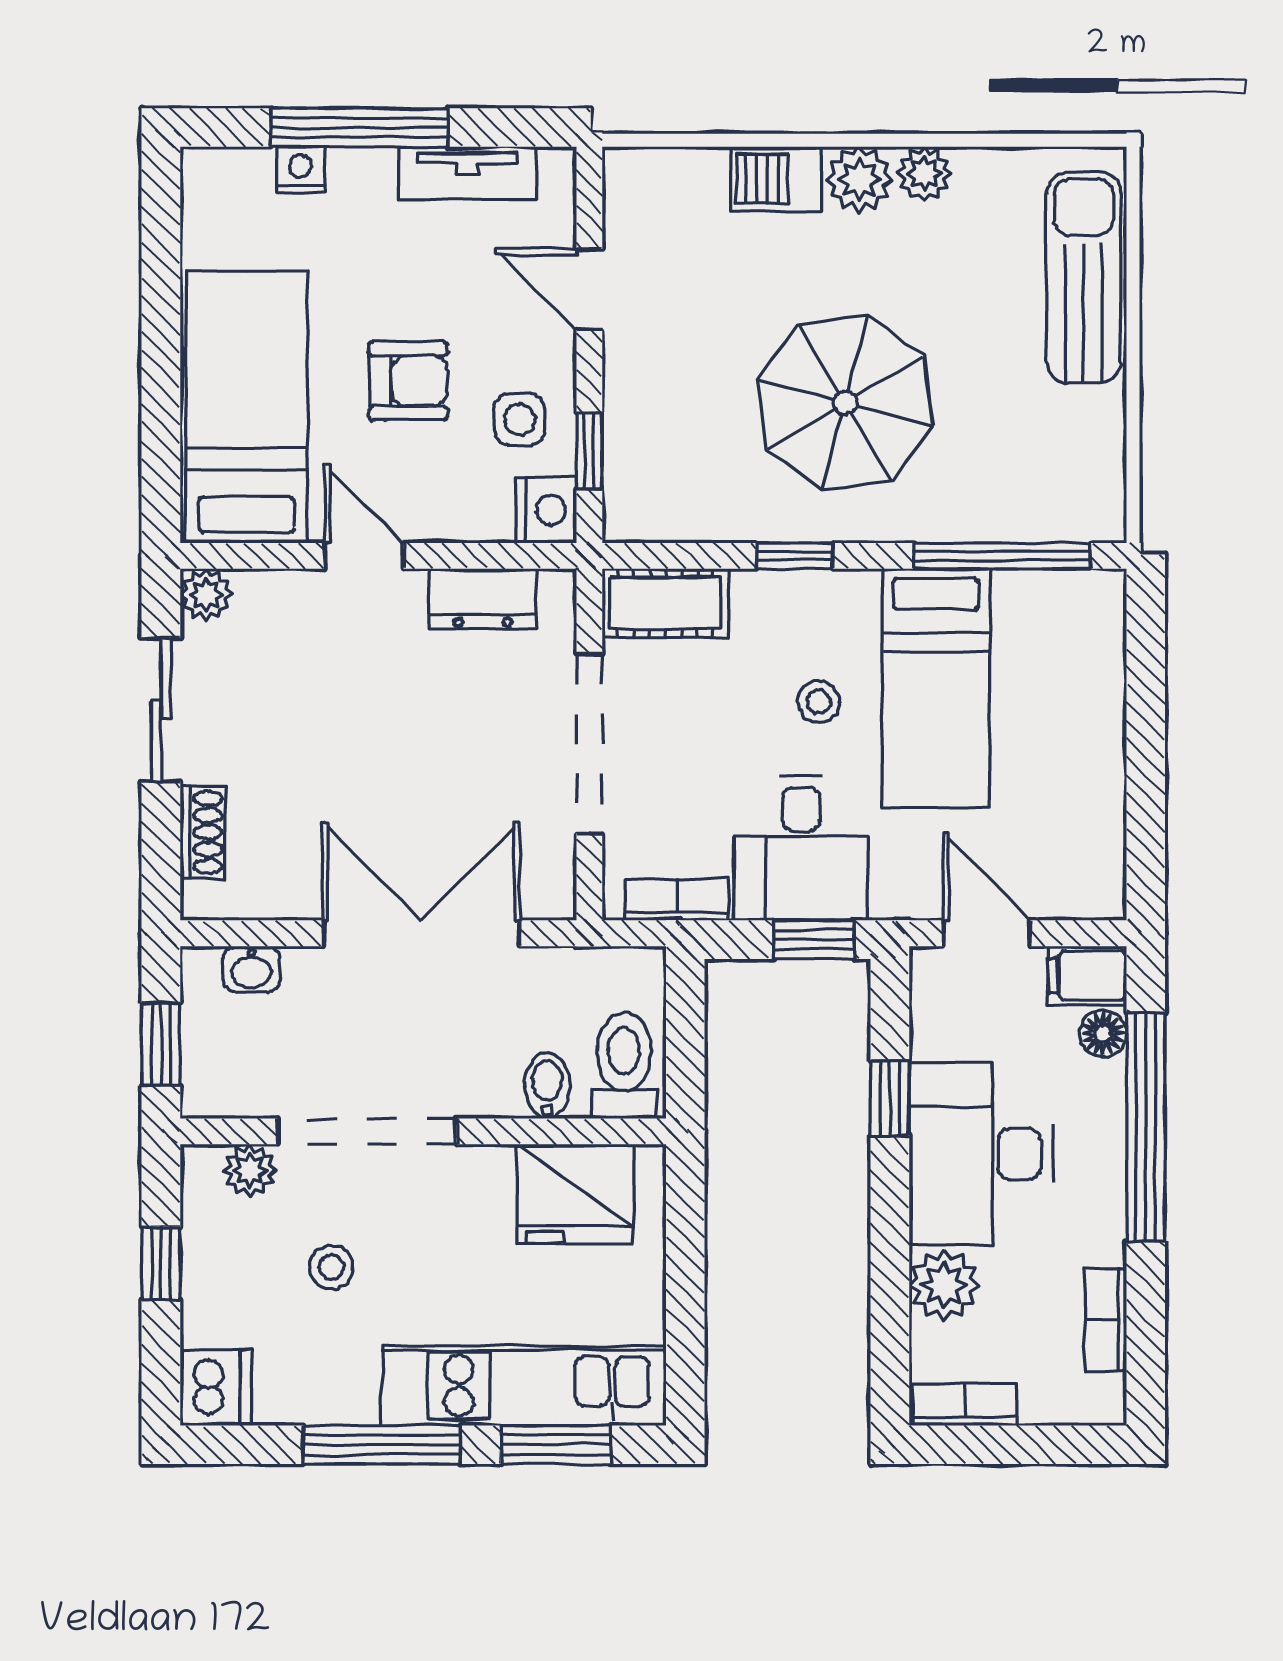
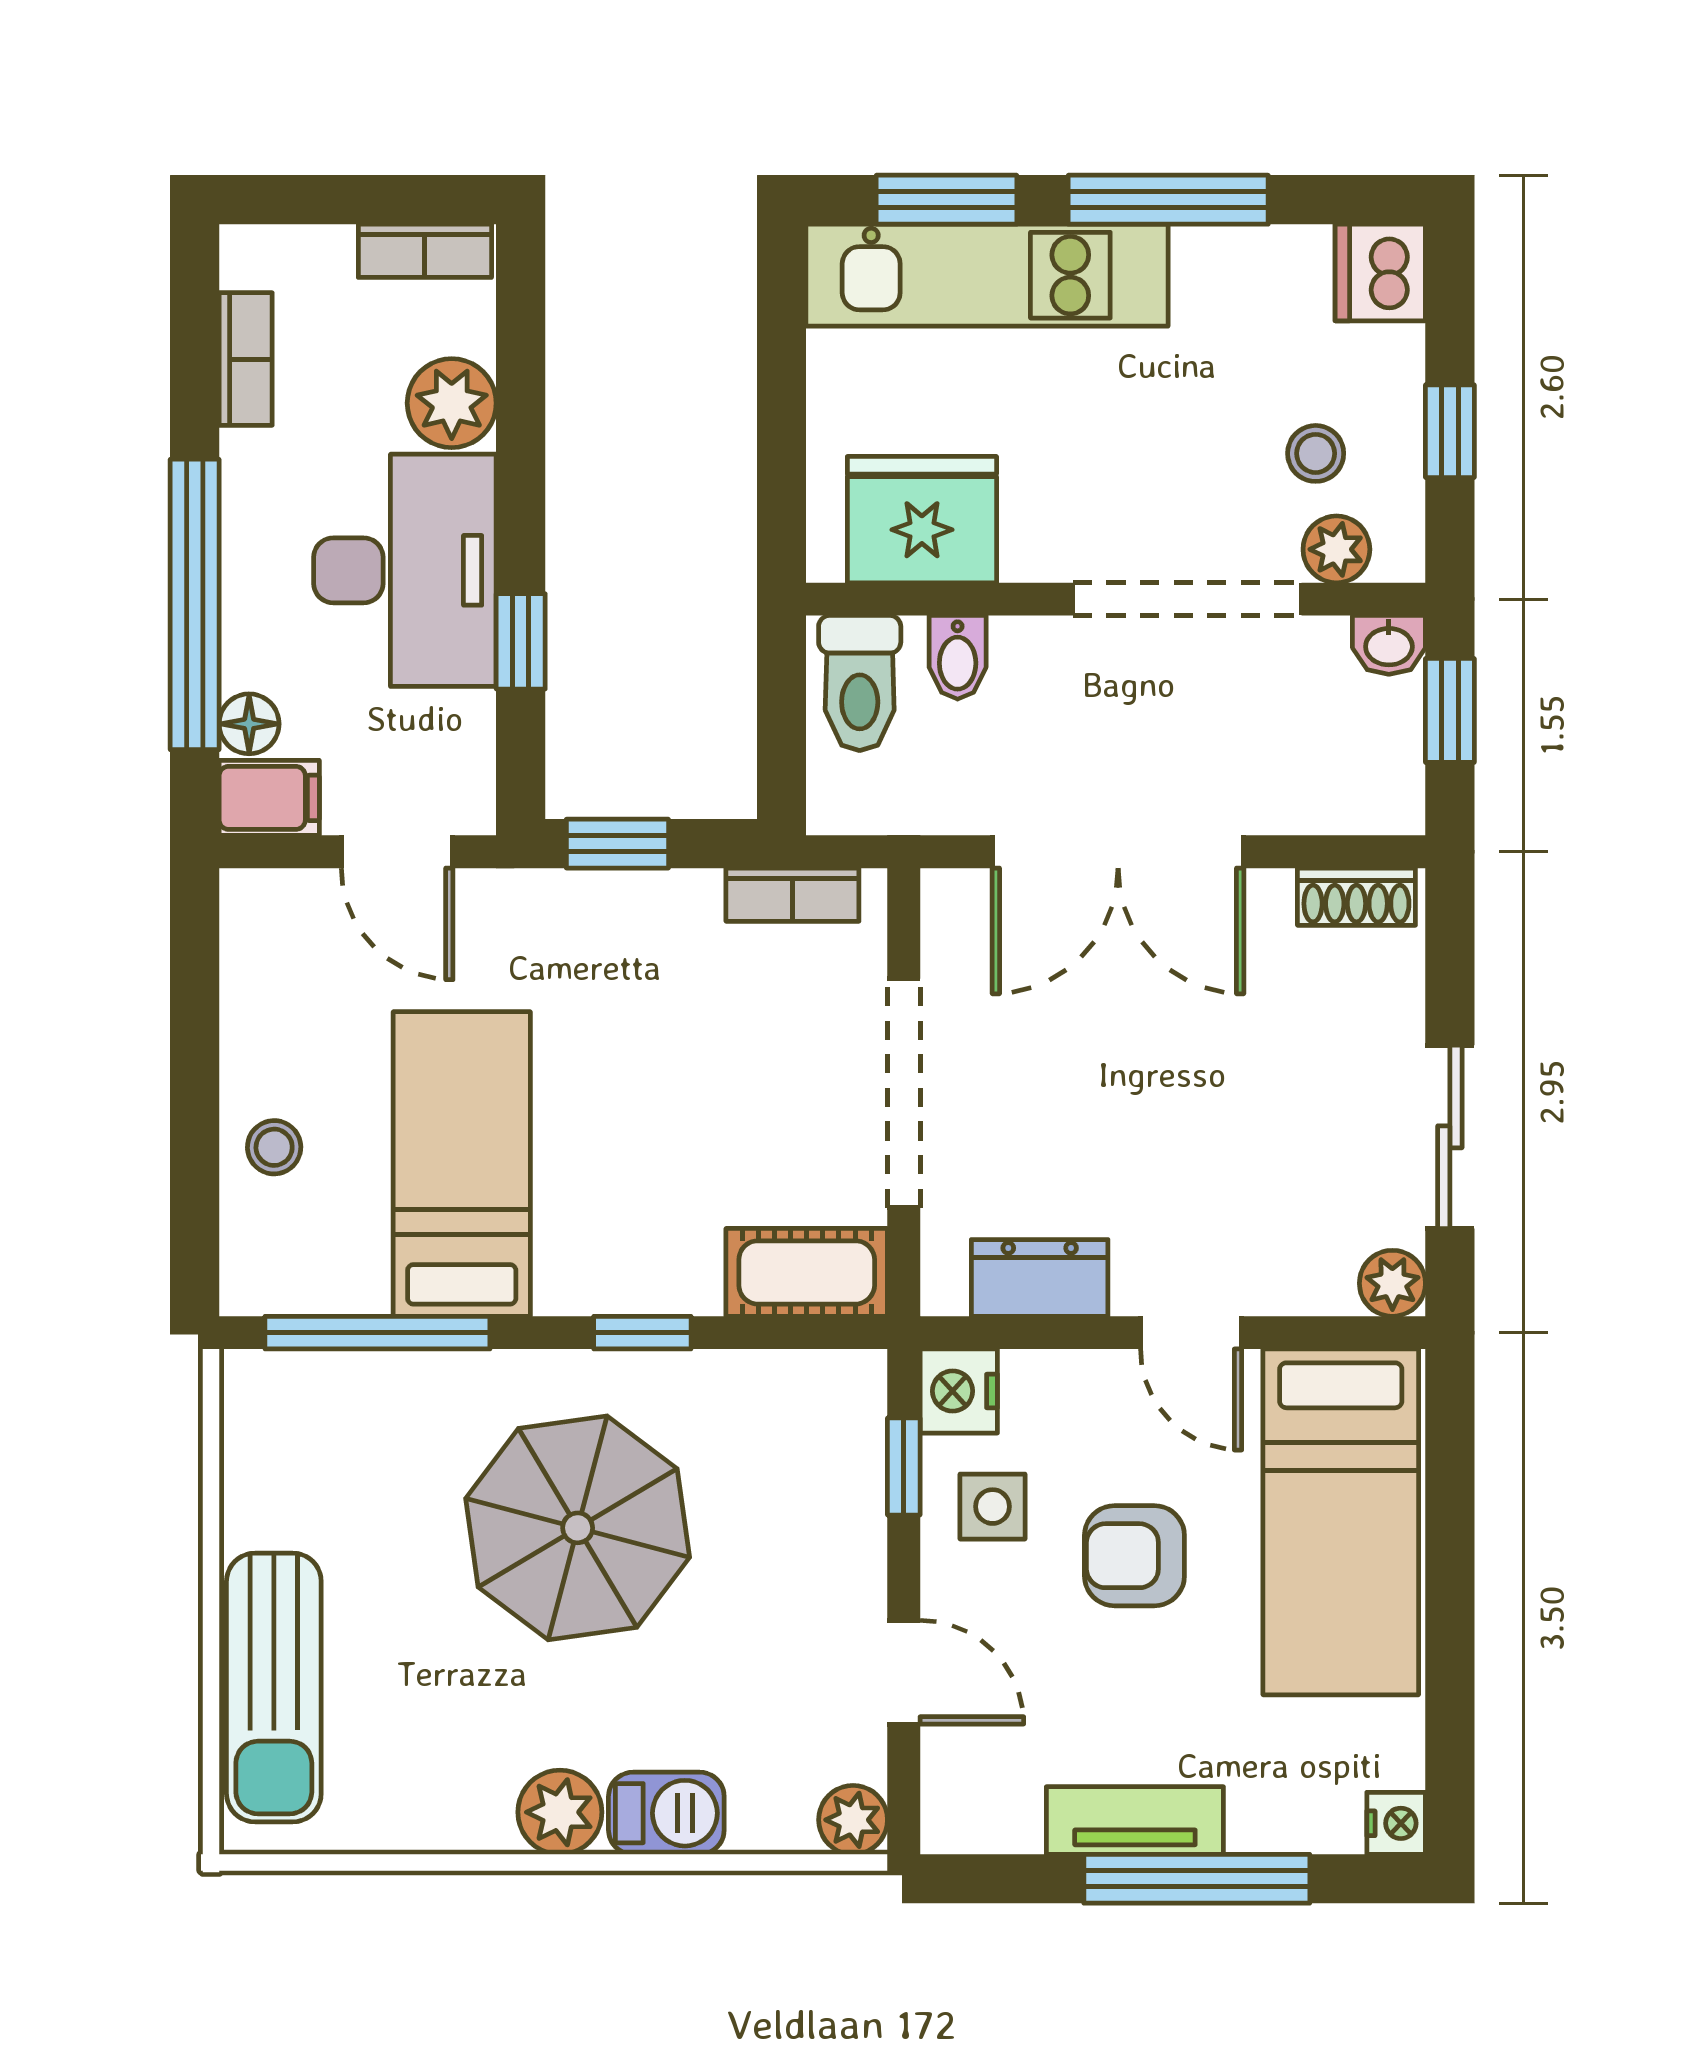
nightstand: (300, 170) -> (1396, 1823), moved, turned -90
tv unit: (467, 173) -> (1135, 1820), moved
plant: (924, 174) -> (853, 1820), moved
stool: (819, 702) -> (274, 1147), moved
shoe rack: (203, 832) -> (1356, 897), moved, turned -90
desk: (801, 848) -> (634, 960), removed
washbasin: (251, 969) -> (1389, 645), moved, turned 180
stool: (331, 1267) -> (1316, 453), moved

